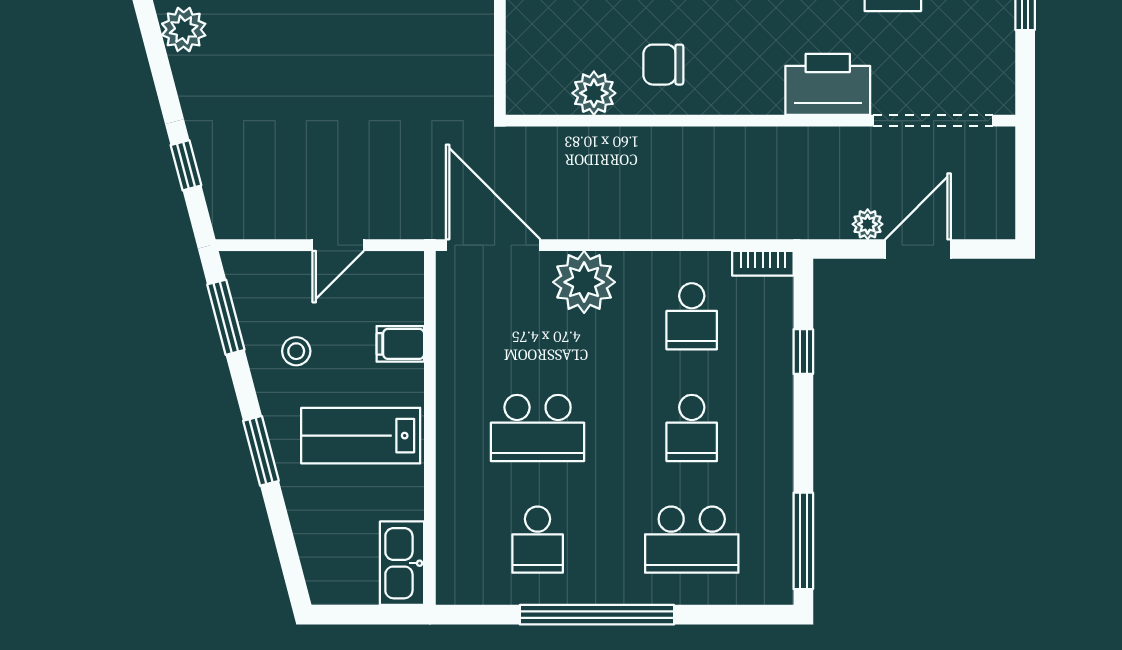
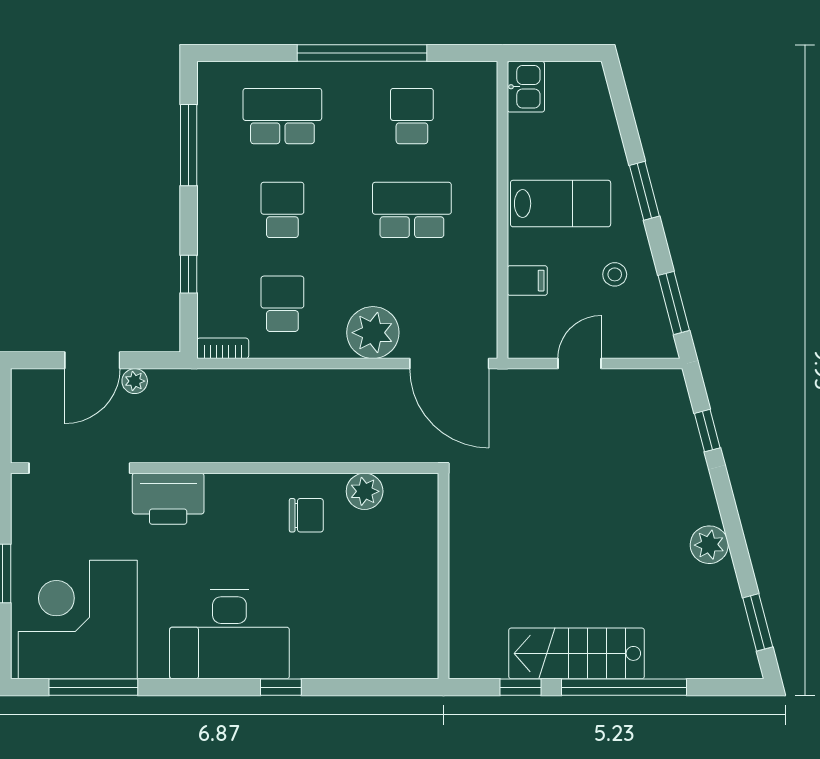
window: (803, 541) -> (189, 145), moved
kitchen sink: (402, 563) -> (526, 87), width x0.73

